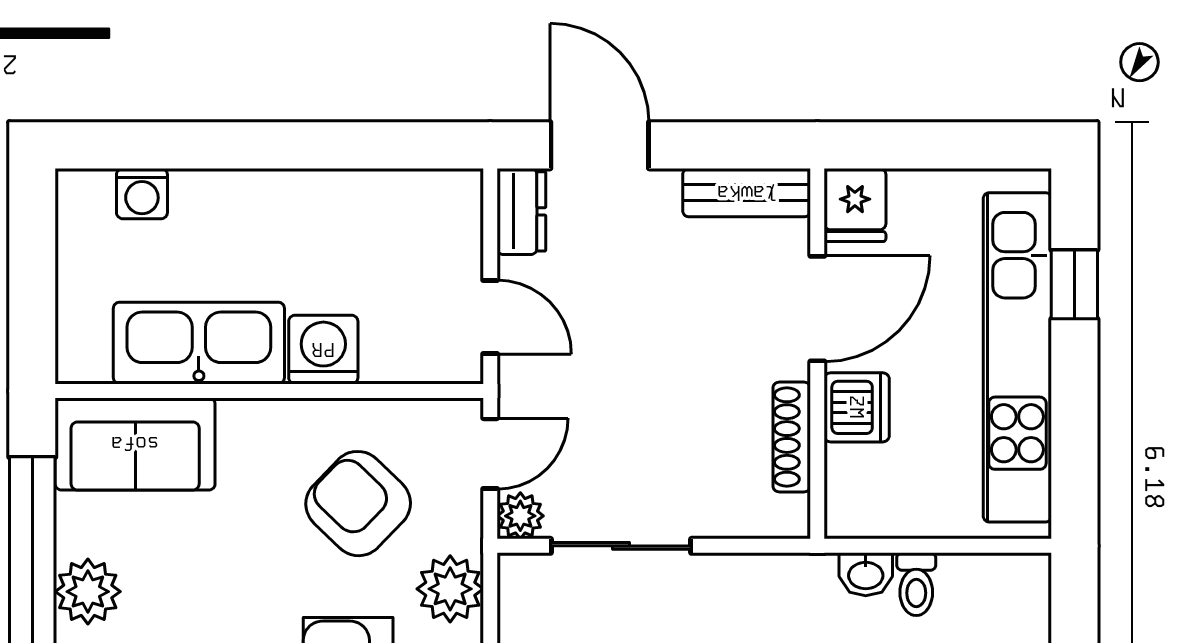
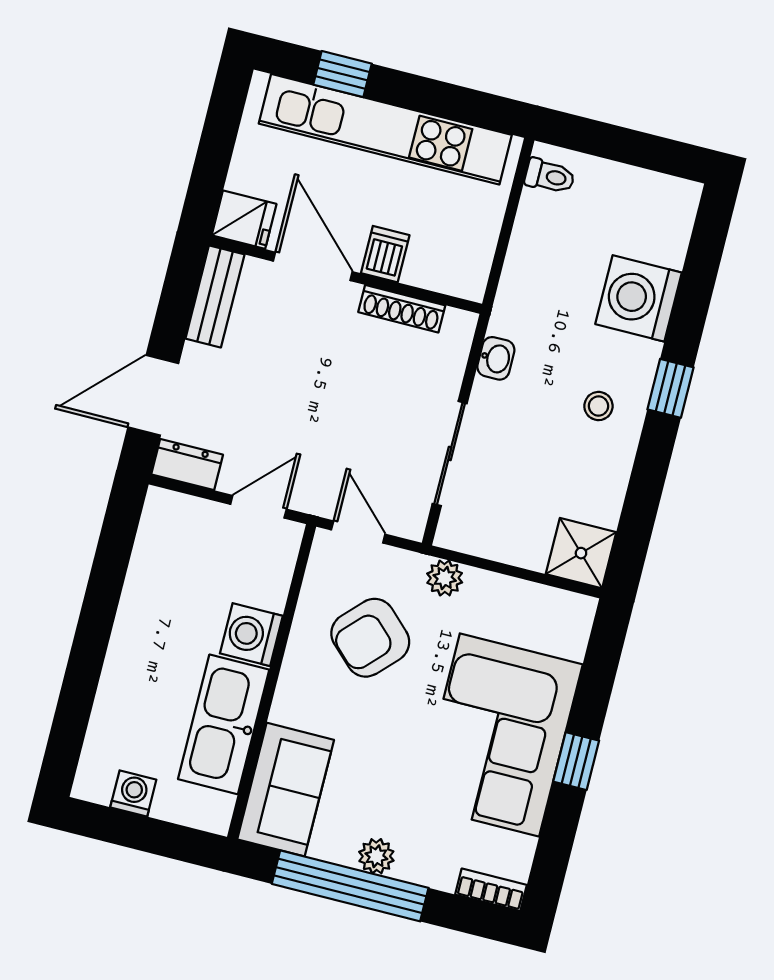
washing machine: (142, 194) -> (133, 793), moved, turned -90
dishwasher: (857, 407) -> (385, 254), width x0.73
plant: (520, 516) -> (409, 522), removed
washbasin: (866, 574) -> (496, 358), moved
toilet: (916, 584) -> (550, 176), moved
plant: (450, 589) -> (445, 578), width x0.73, depth x0.73
plant: (88, 592) -> (376, 856), width x0.73, depth x0.73

